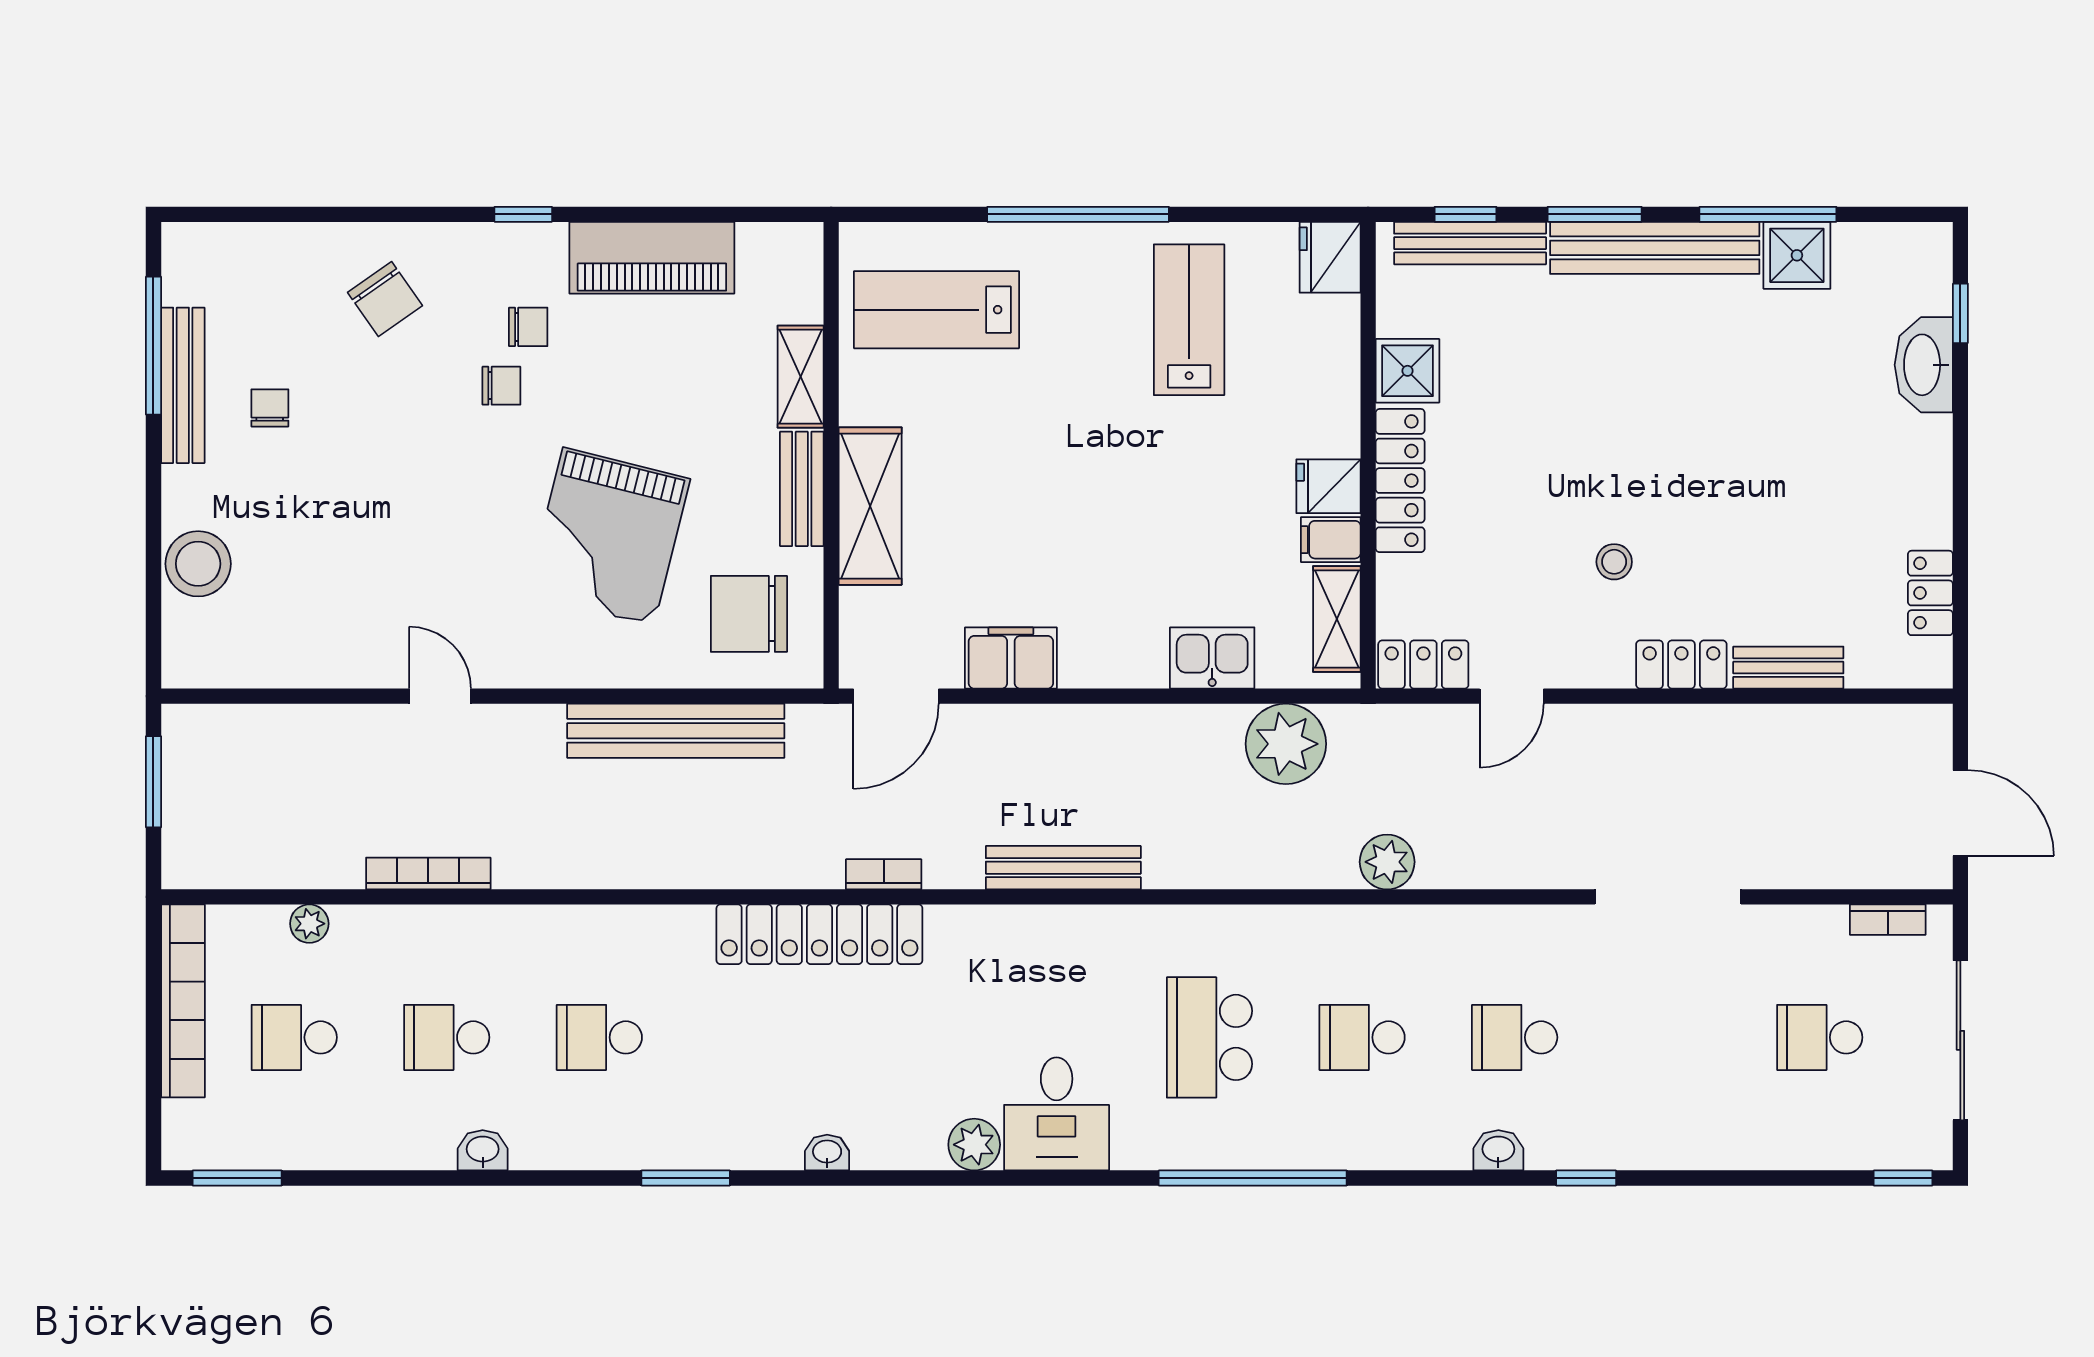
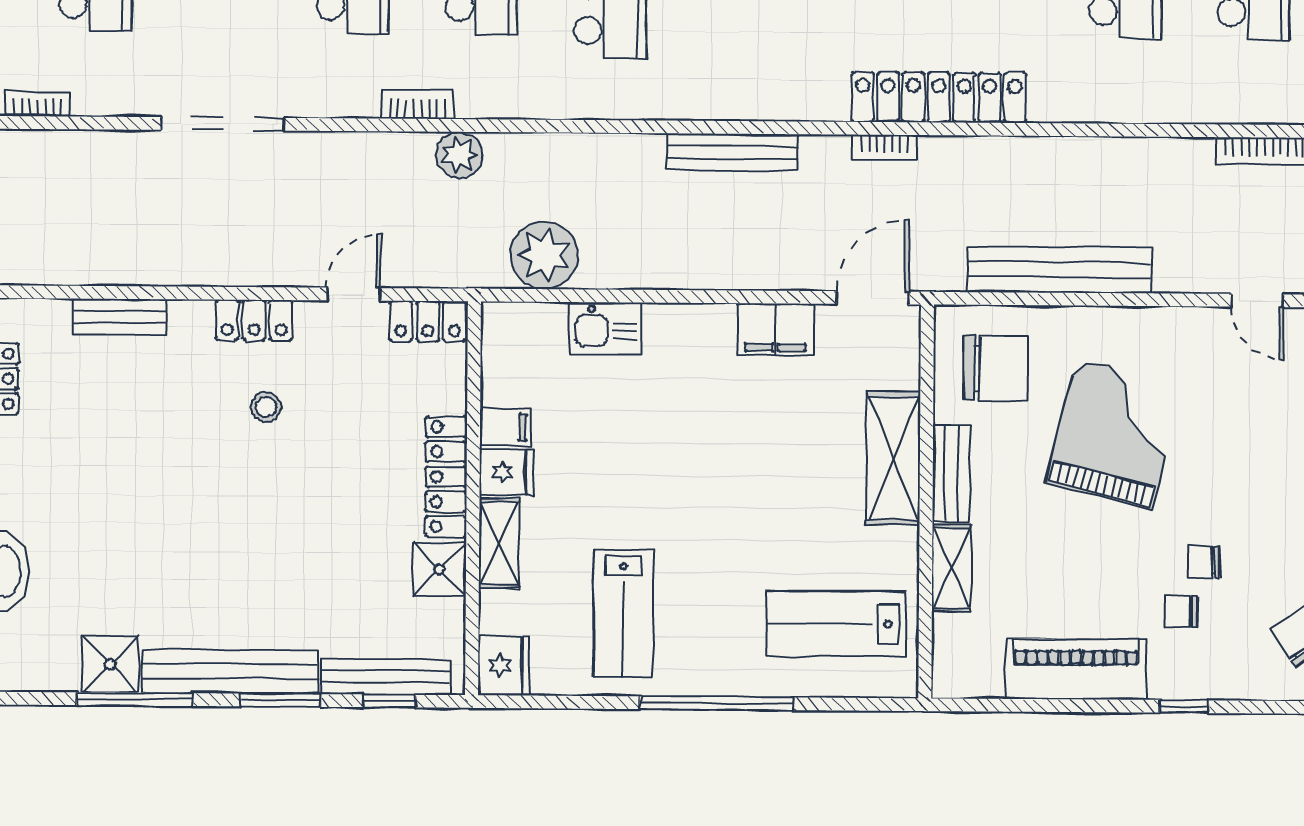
lab bench: (937, 310) -> (836, 624), turned 180
shelving: (1337, 619) -> (499, 543), moved
locker: (1681, 664) -> (254, 320), moved
bookcase: (1437, 922) -> (418, 104), added

